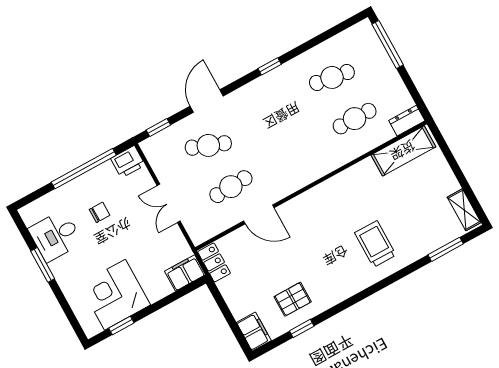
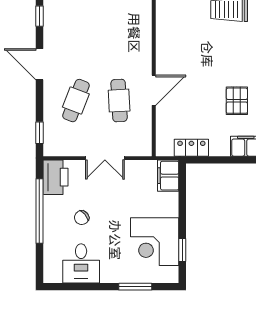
door: (207, 101) -> (39, 64), moved
printer: (128, 162) -> (55, 177), width x1.37, depth x1.19
chair: (100, 212) -> (82, 218), turned -129
locker: (214, 262) -> (191, 148), moved
window: (43, 265) -> (135, 287), moved

